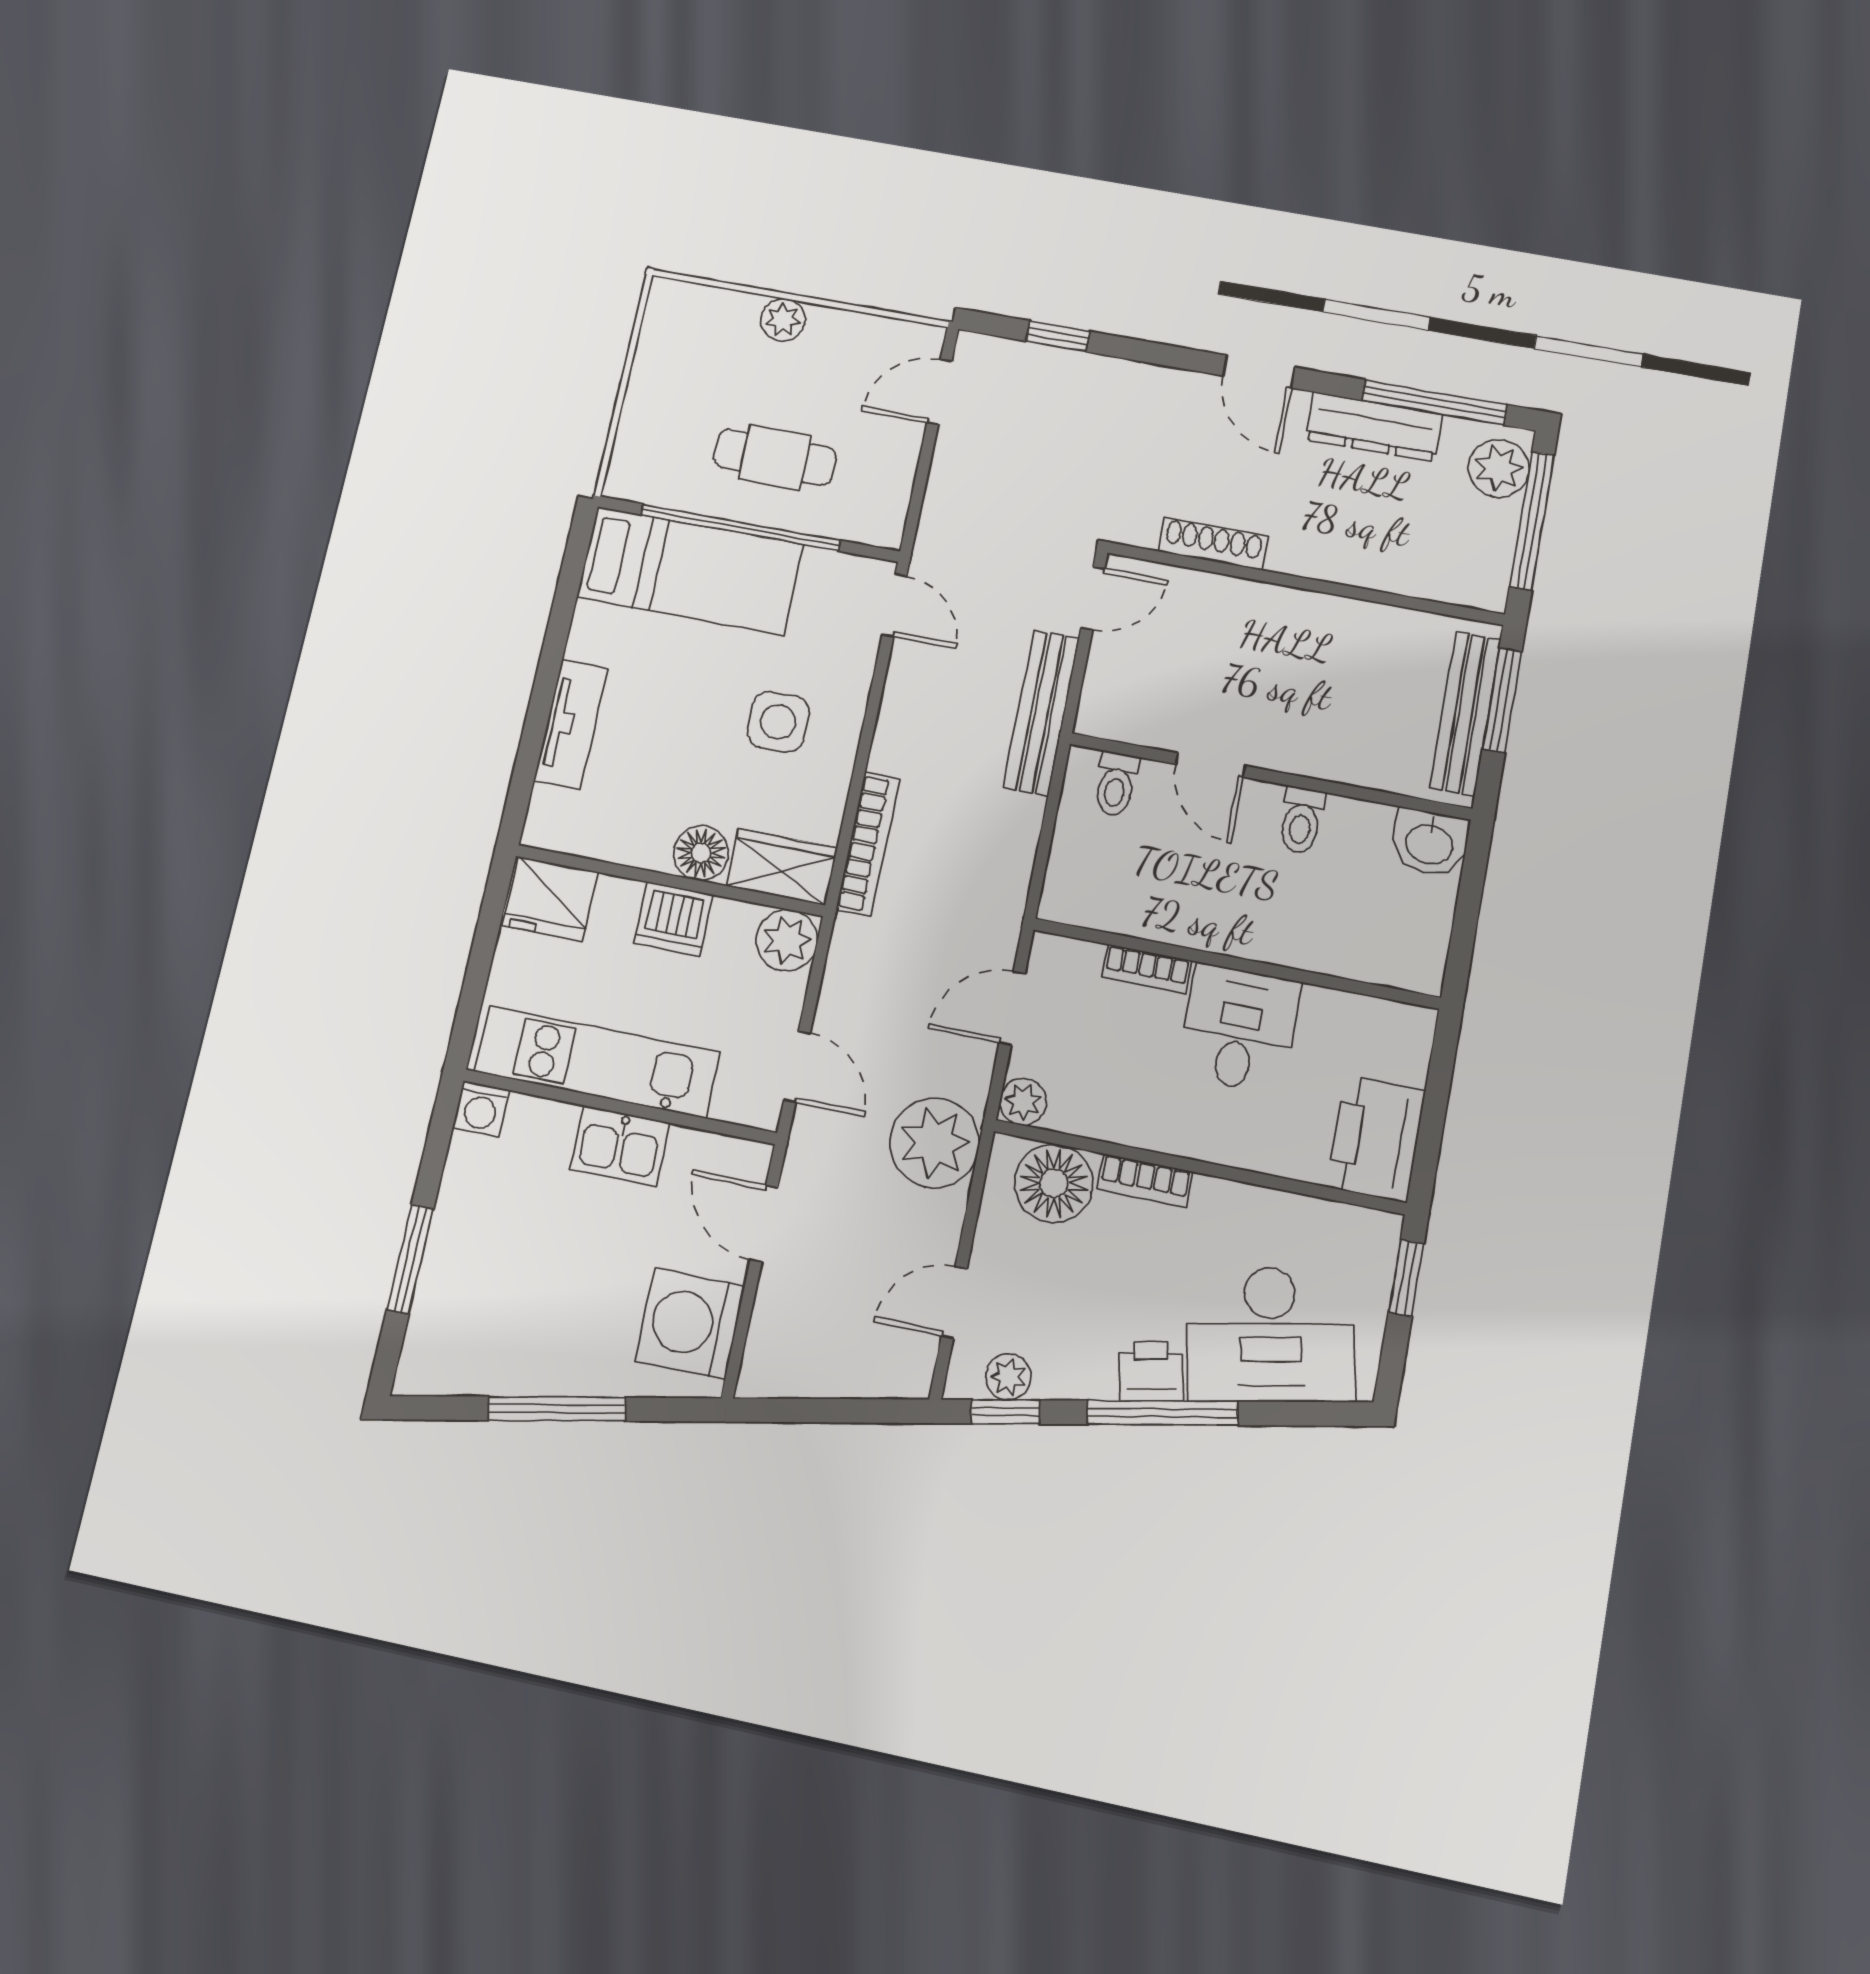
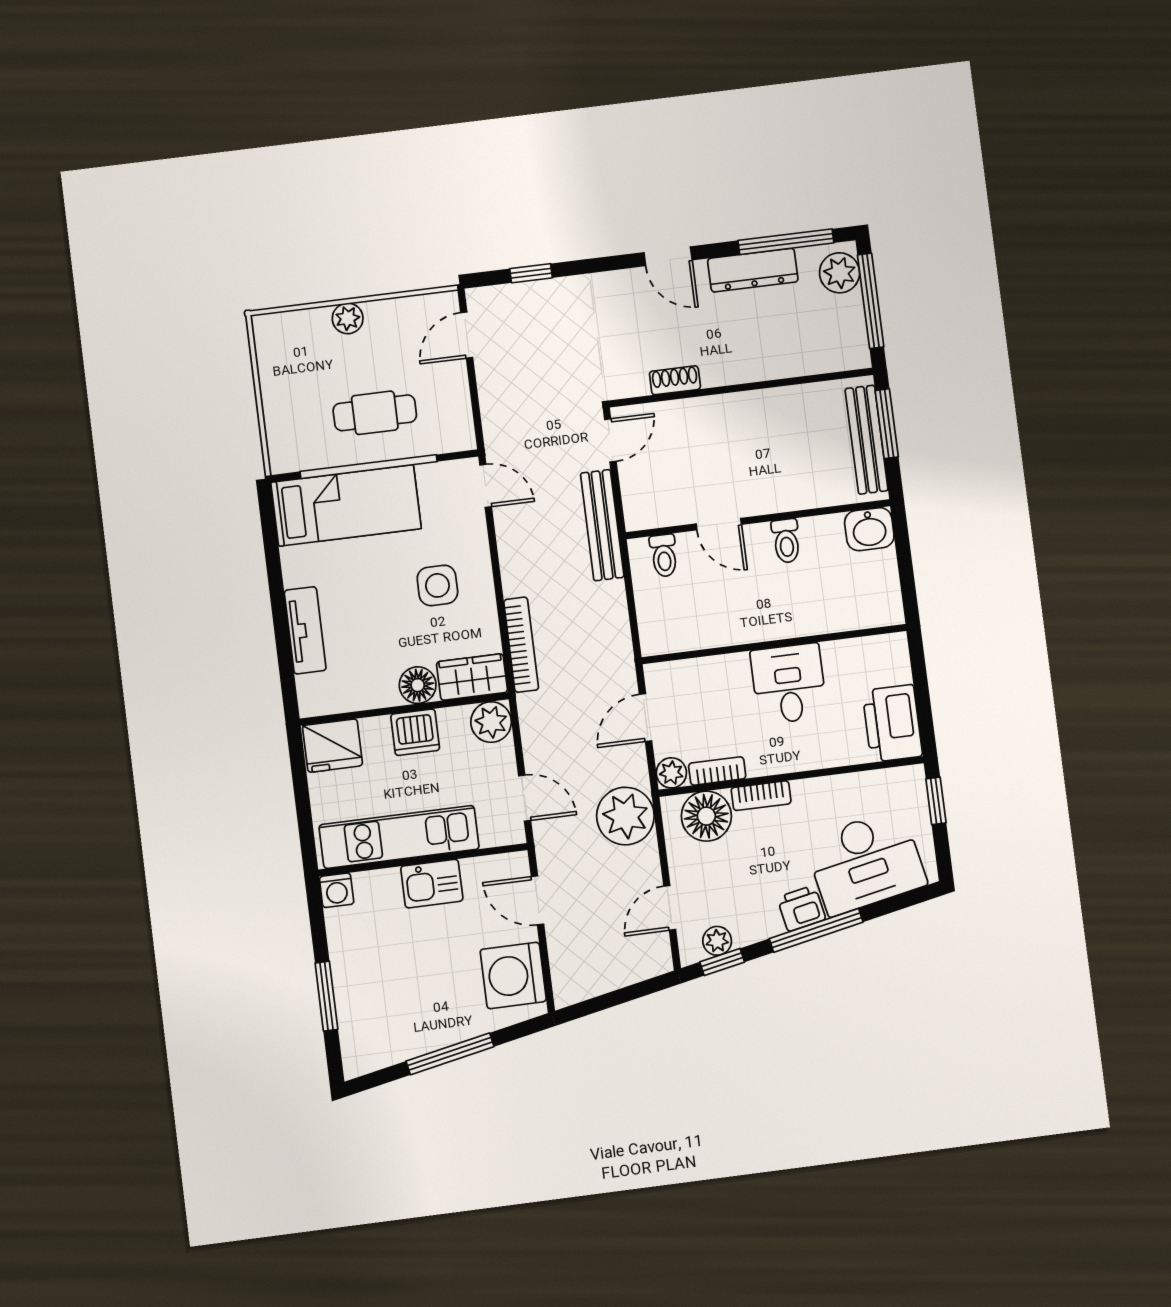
shoe rack: (1213, 544) -> (675, 380), width x0.70
bookcase: (1147, 969) -> (717, 771), moved, turned 180

